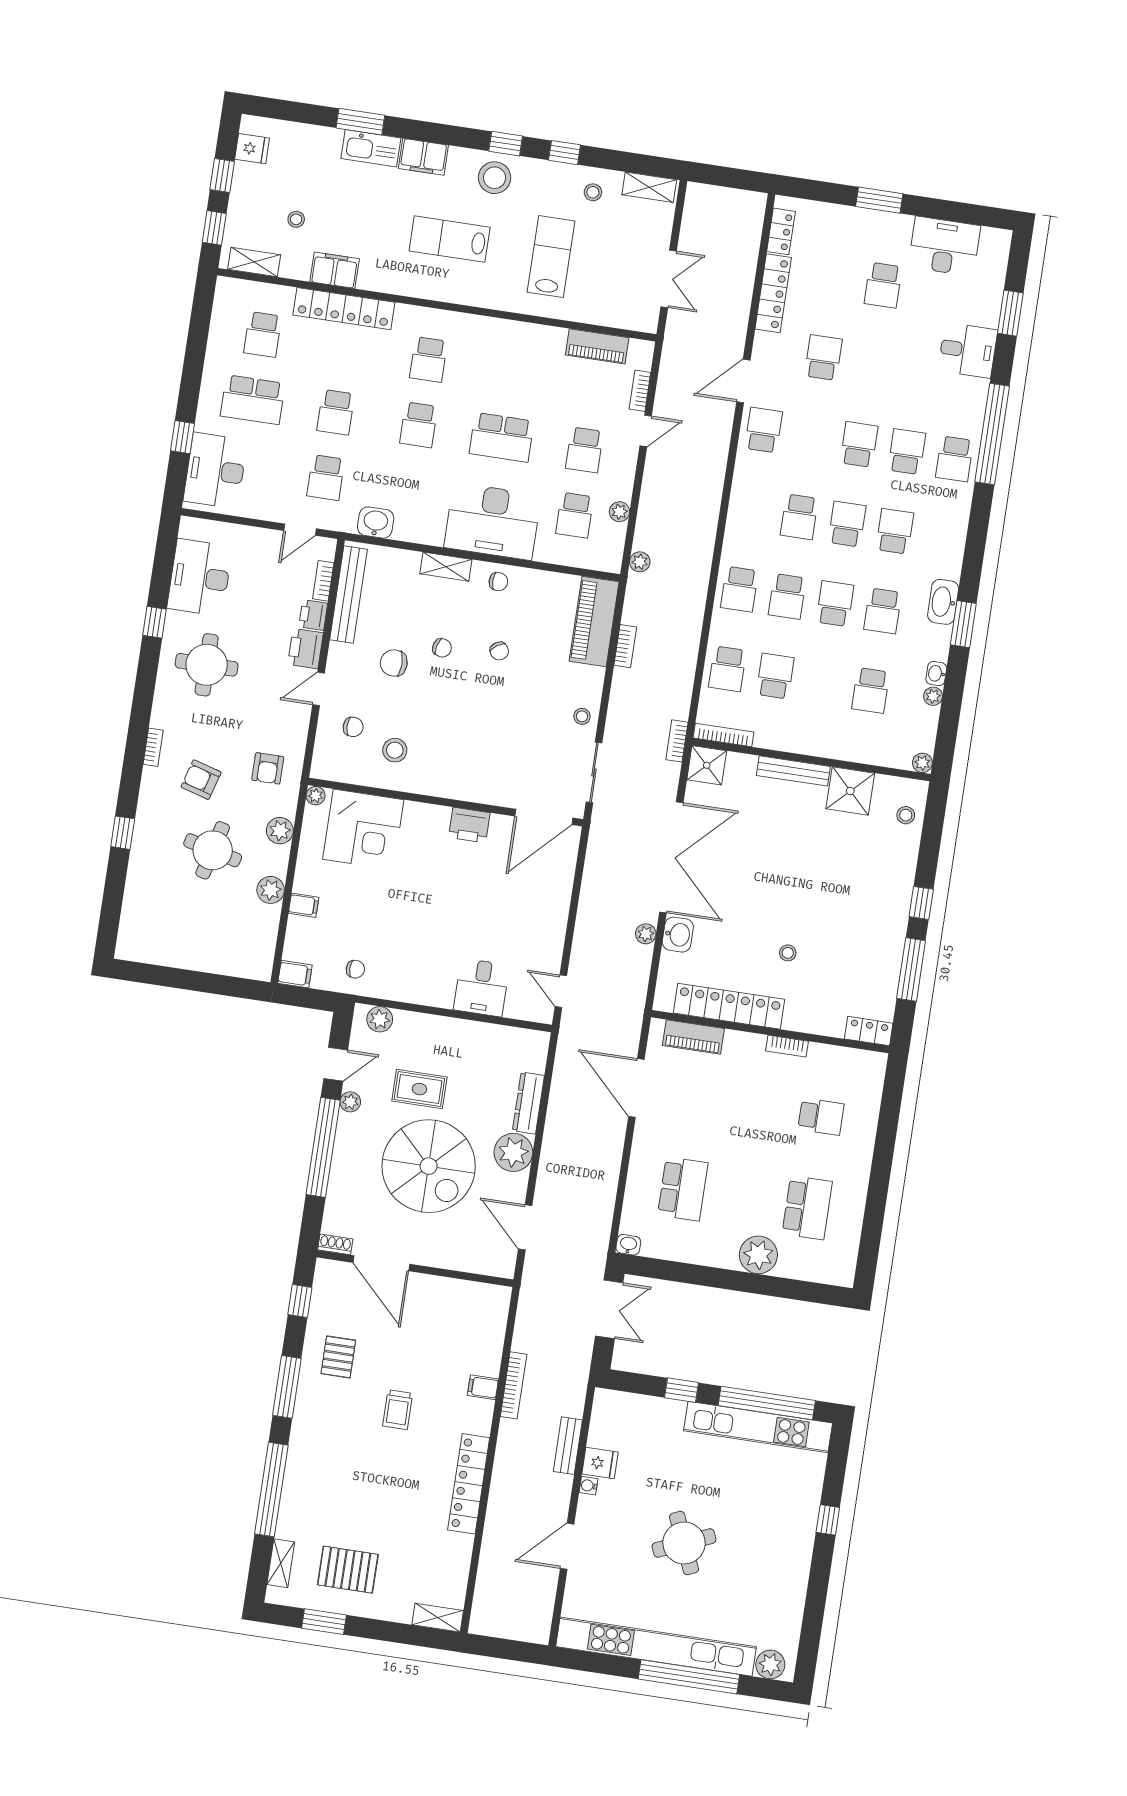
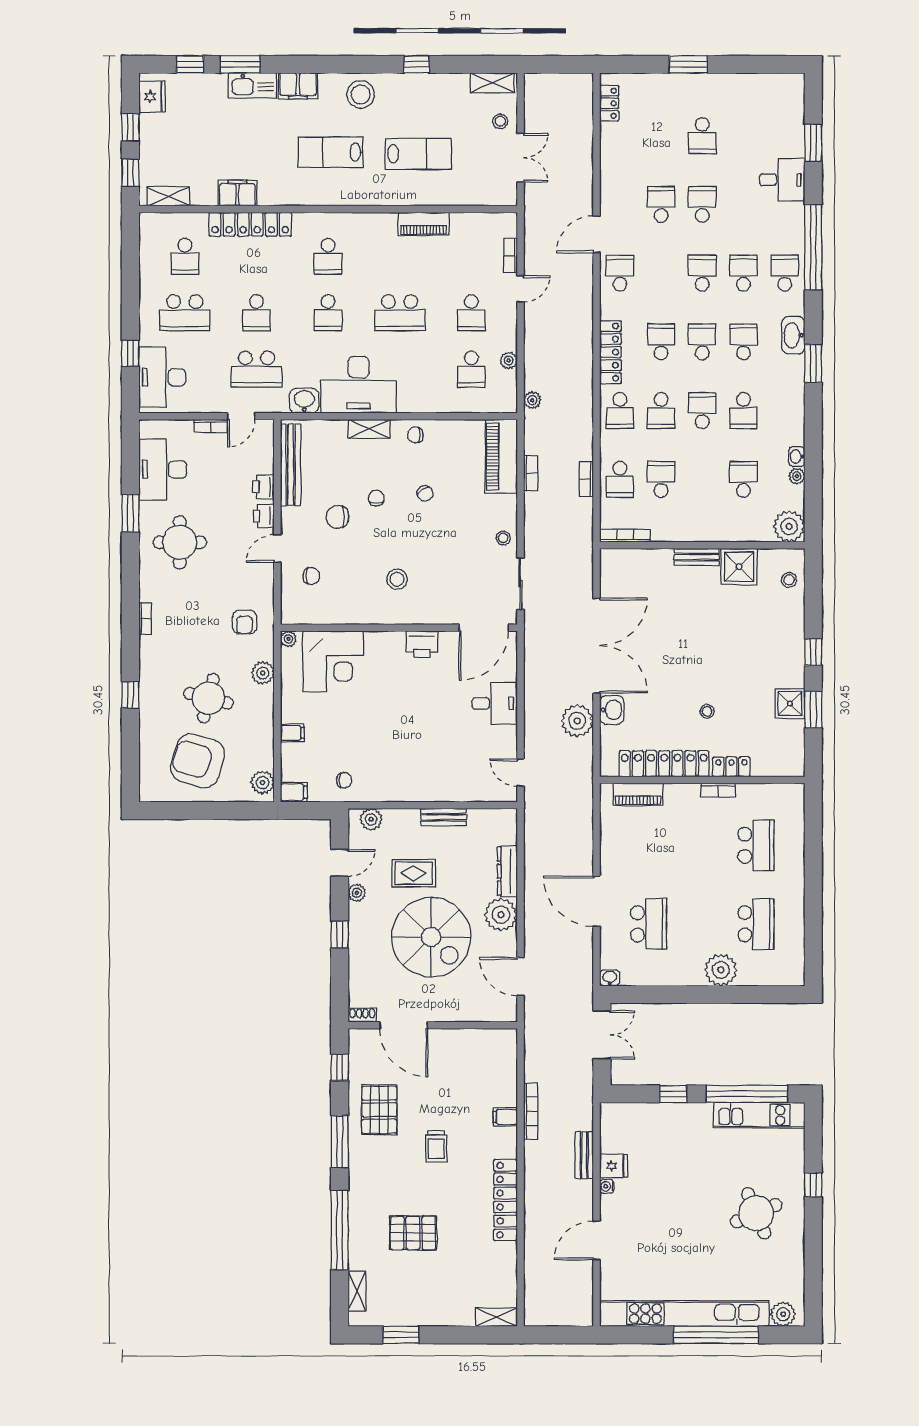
window: (506, 144) -> (190, 64), moved
fridge: (252, 149) -> (152, 97), width x1.38
stool: (593, 192) -> (500, 121), moved
stool: (296, 219) -> (198, 155), removed
desk: (944, 246) -> (749, 95), removed
lab bench: (551, 257) -> (418, 154), turned 90
locker: (773, 293) -> (611, 352), moved
piano: (597, 346) -> (423, 224), moved
school desk: (871, 365) -> (702, 204), added
school desk: (954, 459) -> (785, 273), turned 180
school desk: (326, 478) -> (256, 369), width x1.85
school desk: (799, 517) -> (661, 342), turned 180
desk: (493, 521) -> (359, 385), moved
bookcase: (323, 581) -> (210, 426), moved, turned -90
chair: (498, 582) -> (415, 435), turned 180
washbasin: (943, 602) -> (793, 335), moved
window: (155, 622) -> (130, 513), width x1.50
window: (963, 624) -> (813, 363), moved
chair: (442, 648) -> (376, 498), turned -104
printer: (305, 649) -> (264, 516), width x0.73, depth x0.81
school desk: (871, 690) -> (743, 479), turned 180
bookcase: (677, 741) -> (586, 479), moved
stool: (395, 750) -> (397, 579), moved
plant: (922, 763) -> (789, 526), width x1.88, depth x1.88
shower: (707, 765) -> (790, 703), moved
bench: (793, 771) -> (697, 557), width x0.73
armchair: (201, 780) -> (198, 761), moved, width x1.88, depth x1.88
plant: (271, 890) -> (263, 783), moved
plant: (646, 934) -> (577, 721), width x1.87, depth x1.87
window: (911, 970) -> (813, 710), width x0.69
desk: (481, 987) -> (495, 703), moved, turned -90
bench: (464, 1029) -> (444, 817), added
locker: (869, 1031) -> (731, 767), moved
door: (636, 1088) -> (597, 901), moved
school desk: (821, 1117) -> (756, 845), width x1.85
window: (323, 1147) -> (340, 935), width x0.32
pallet: (338, 1357) -> (379, 1110), width x1.50, depth x1.42
kitchen unit: (758, 1427) -> (759, 1115), width x0.73
round table: (684, 1543) -> (756, 1213), moved
pallet: (348, 1570) -> (413, 1233), moved

